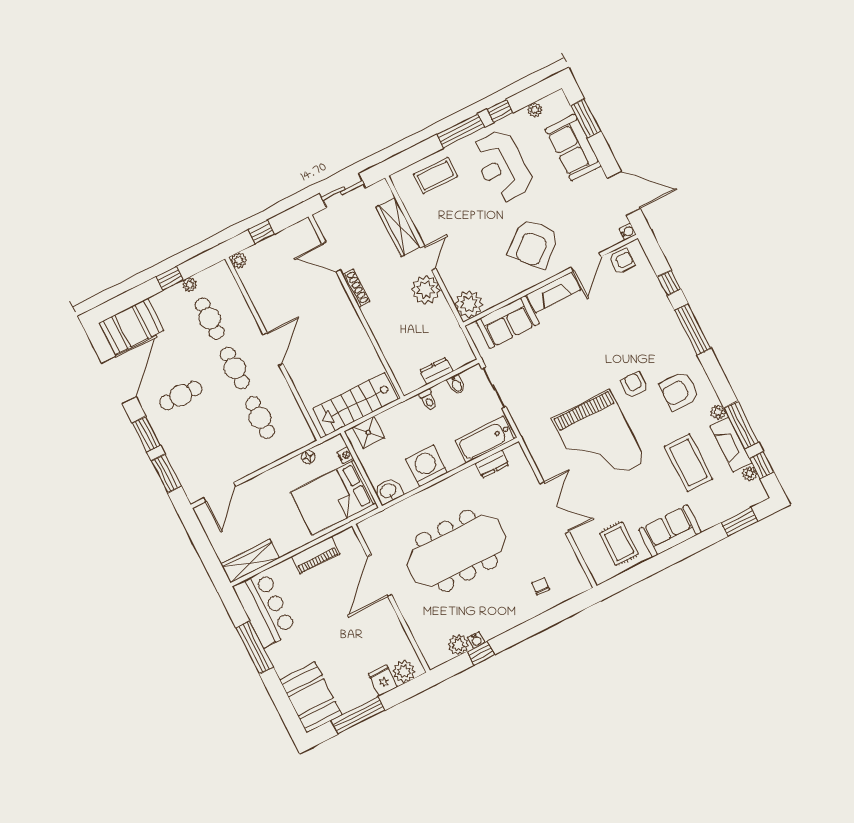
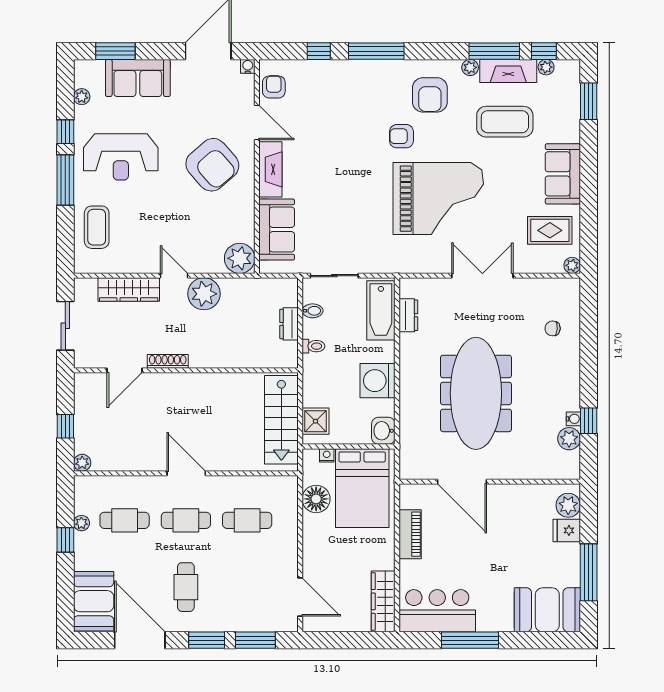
floor lamp: (308, 457) -> (316, 499), width x1.89, depth x1.89
plant: (600, 576) -> (572, 265), added

